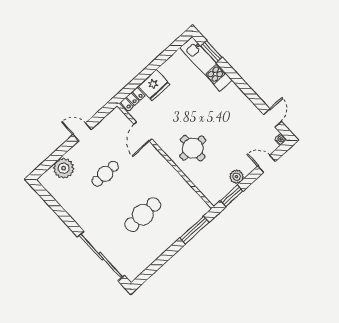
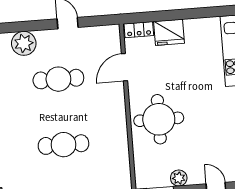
round table: (193, 148) -> (159, 119), width x1.36, depth x1.36
cafe table: (105, 174) -> (58, 79), width x1.37, depth x1.35

